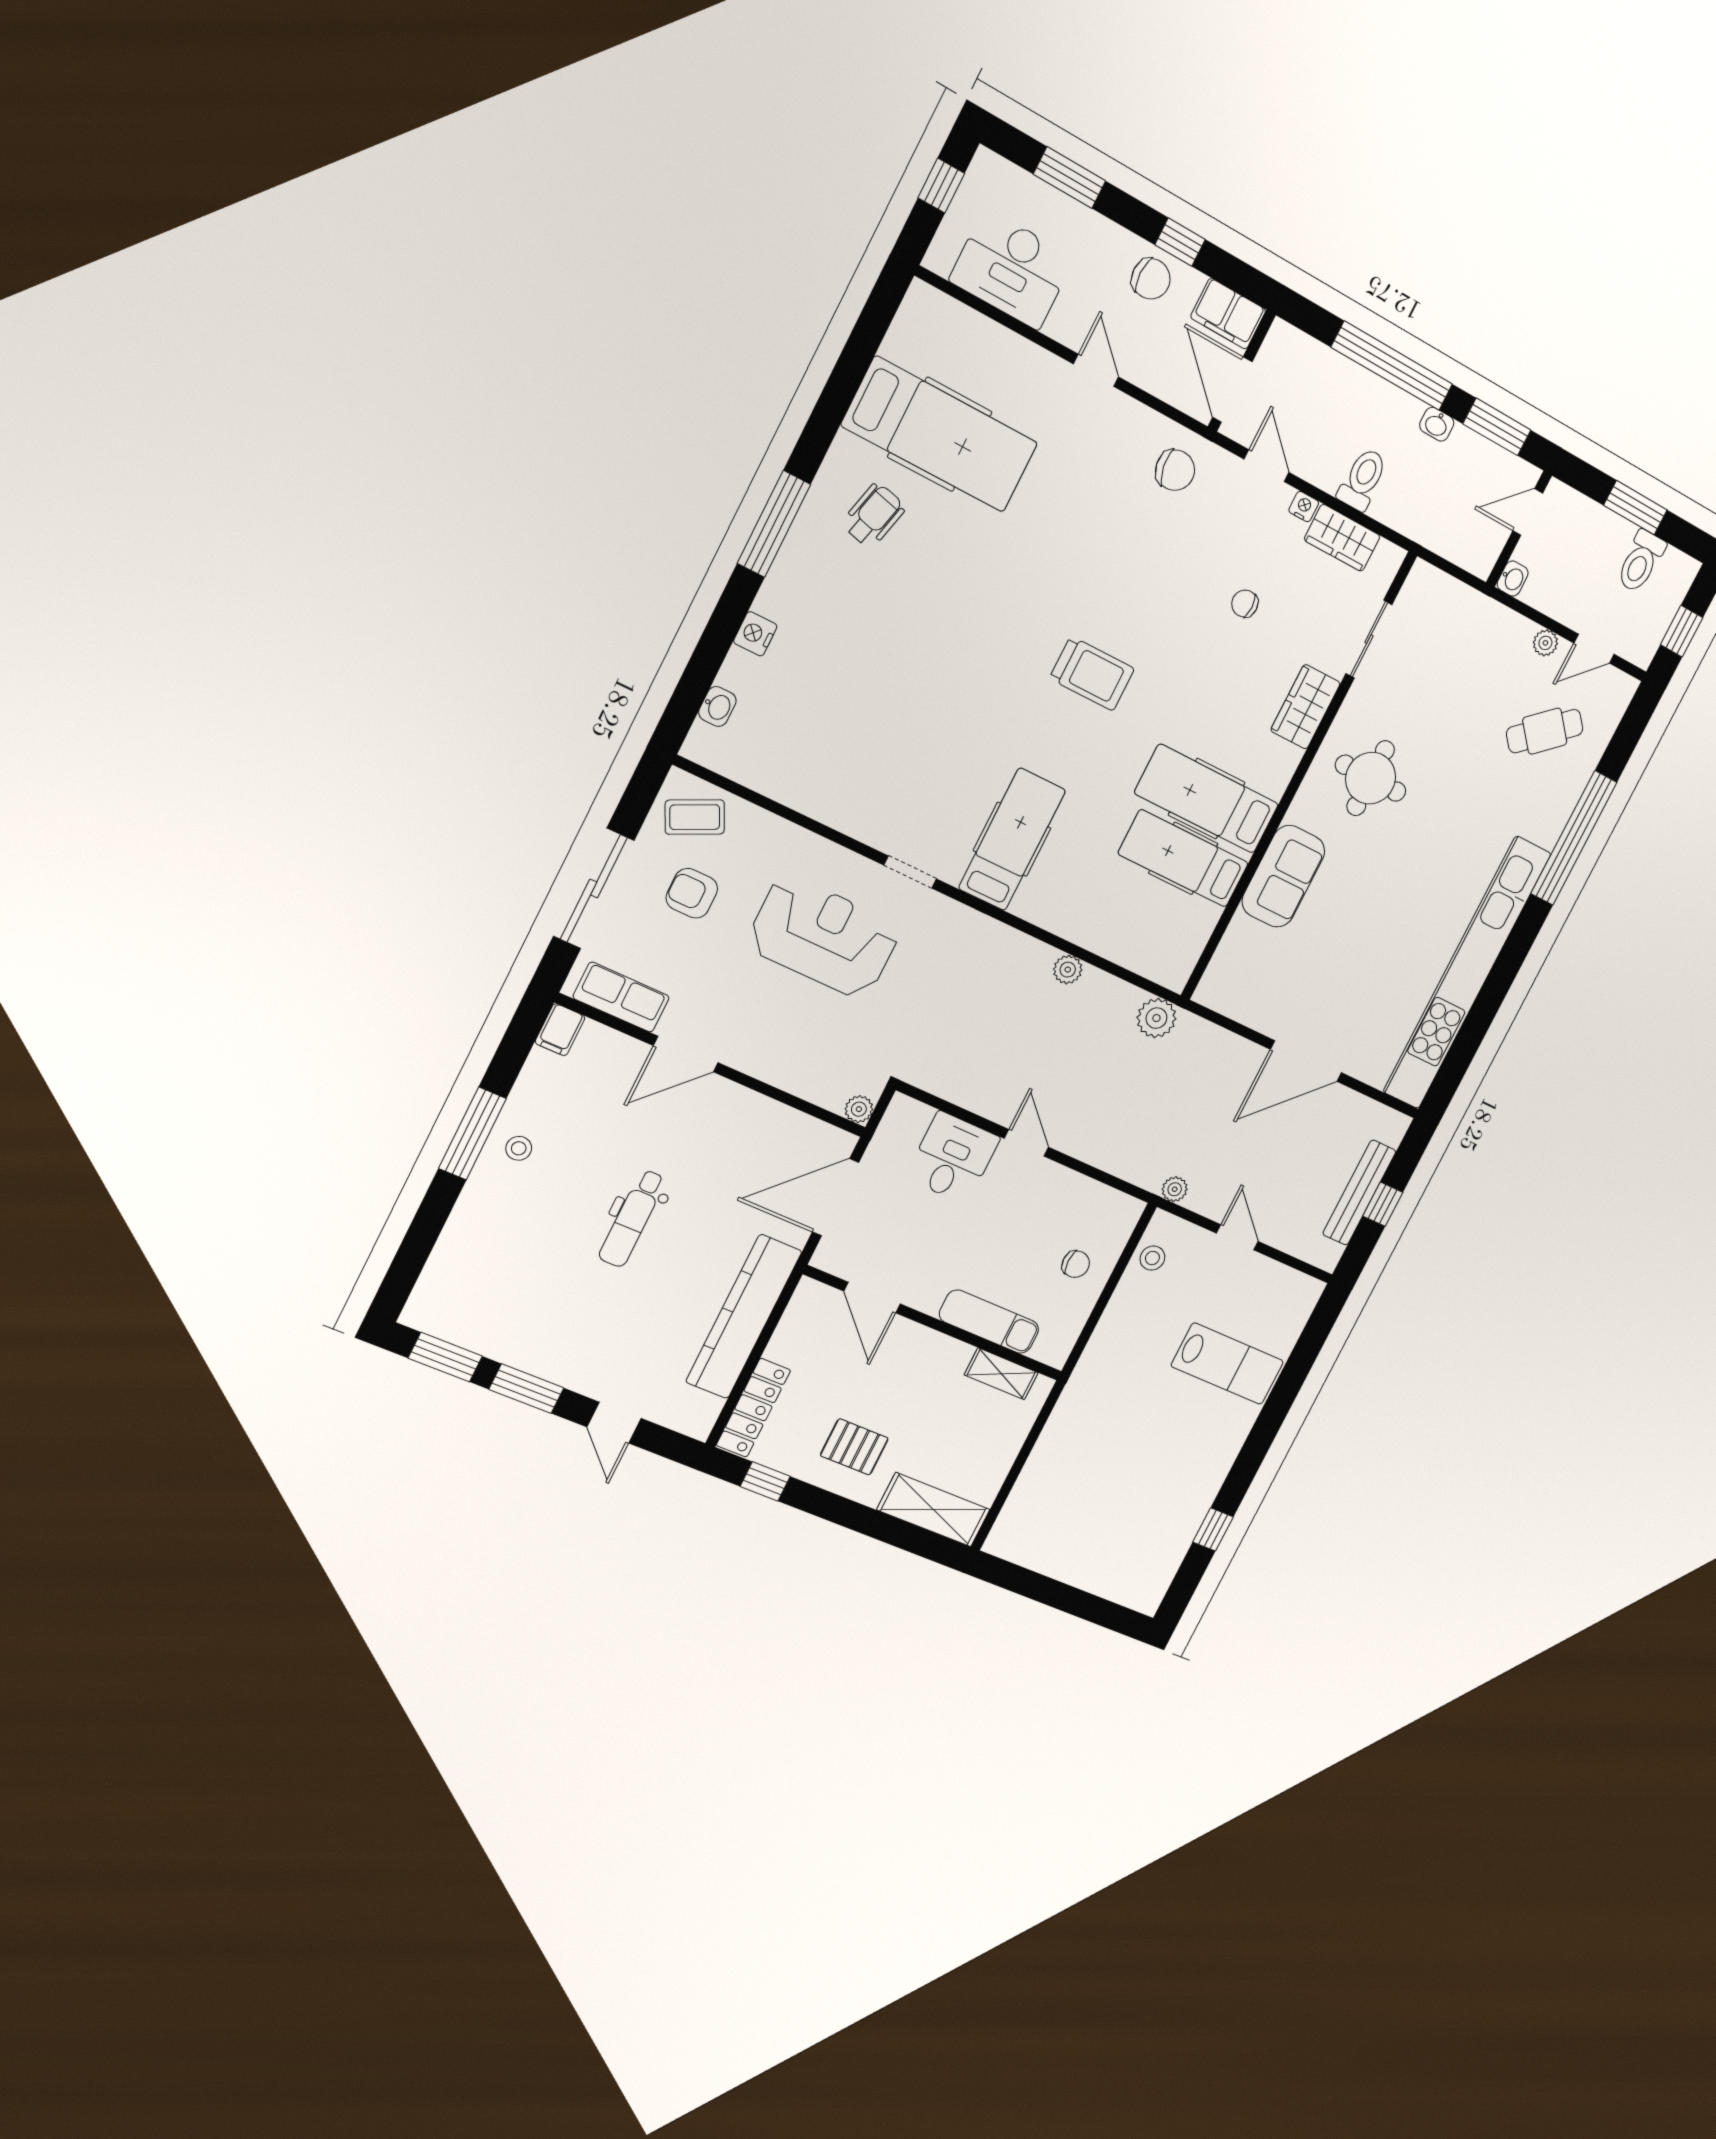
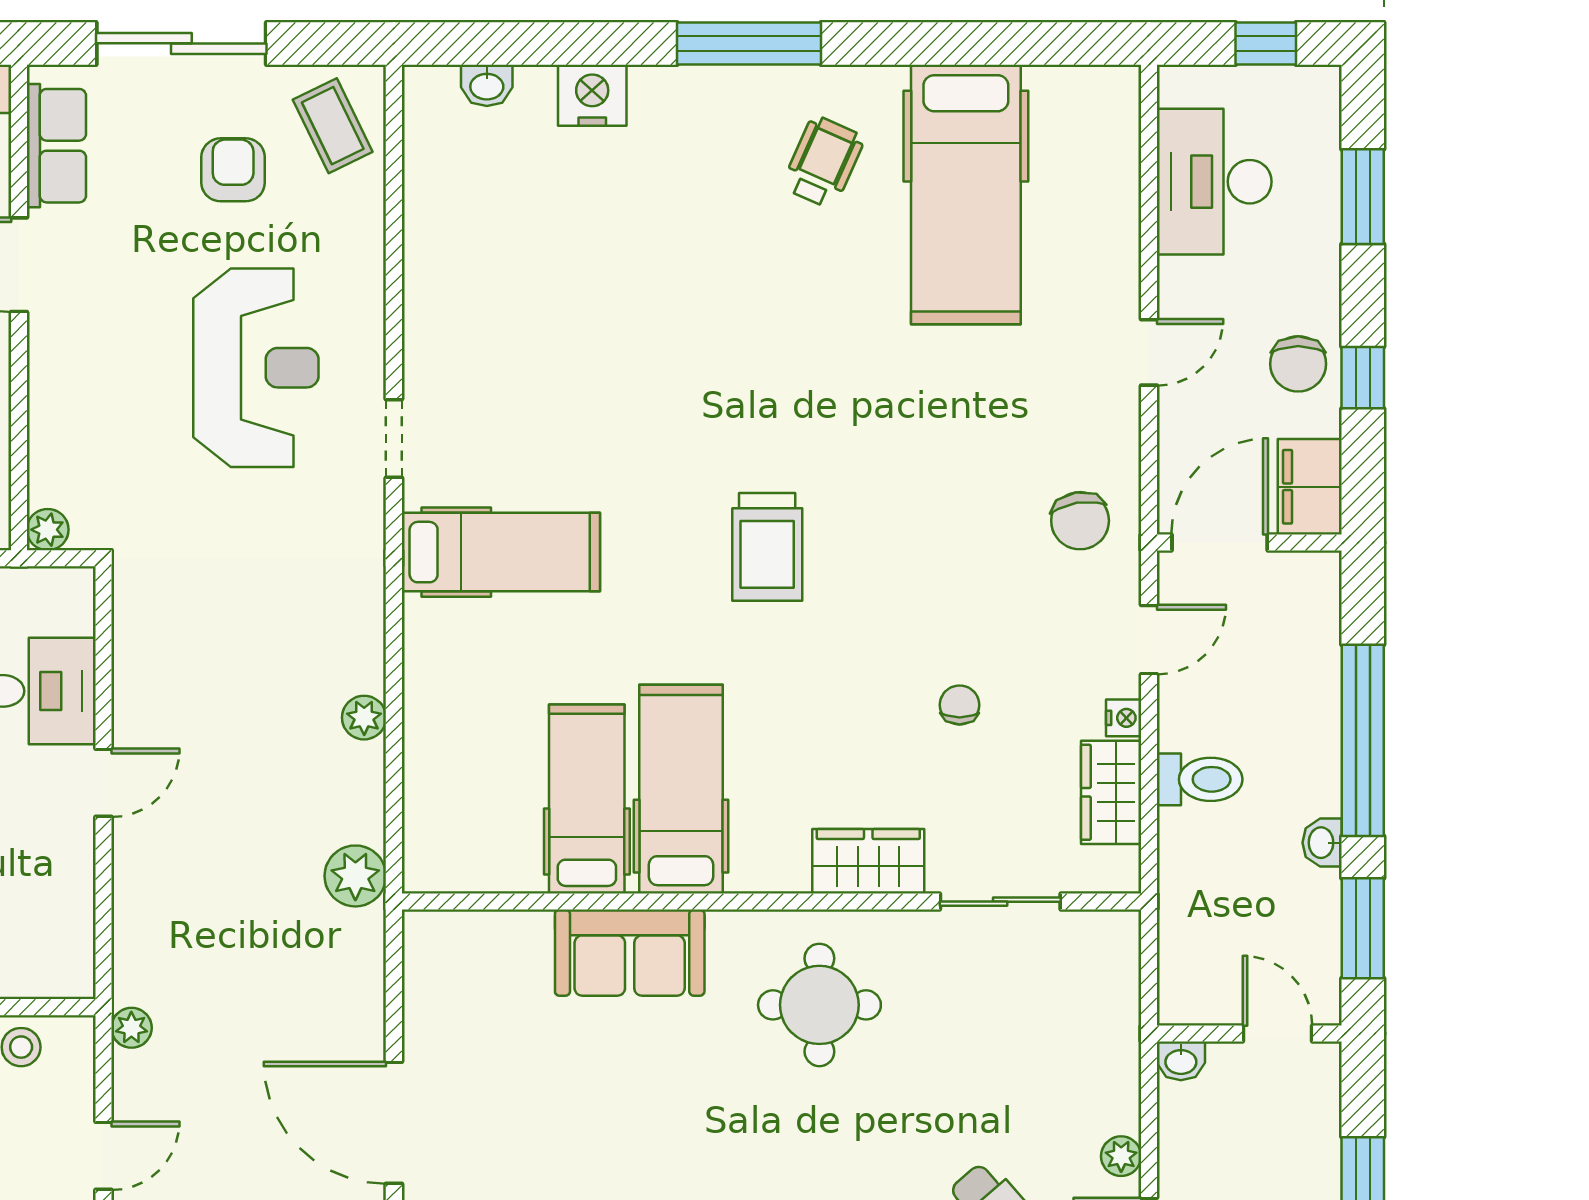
wheelchair: (874, 515) -> (823, 162), turned -80
nightstand: (755, 634) -> (592, 95), width x1.36, depth x1.33

